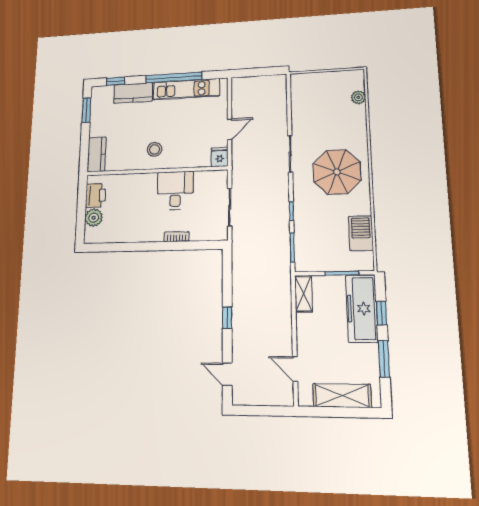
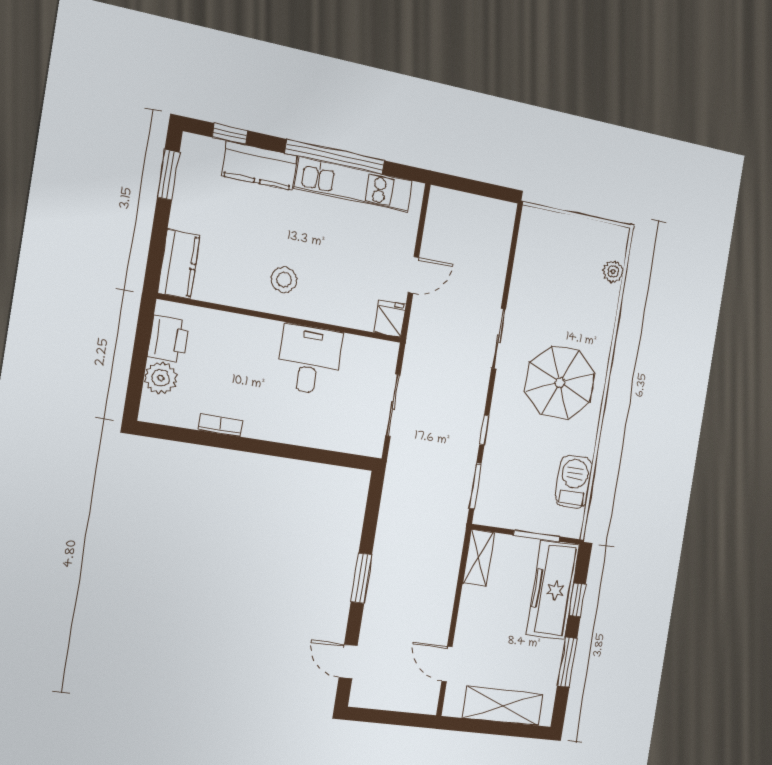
bookcase: (177, 237) -> (221, 425), moved
window: (227, 318) -> (361, 578), width x1.50

